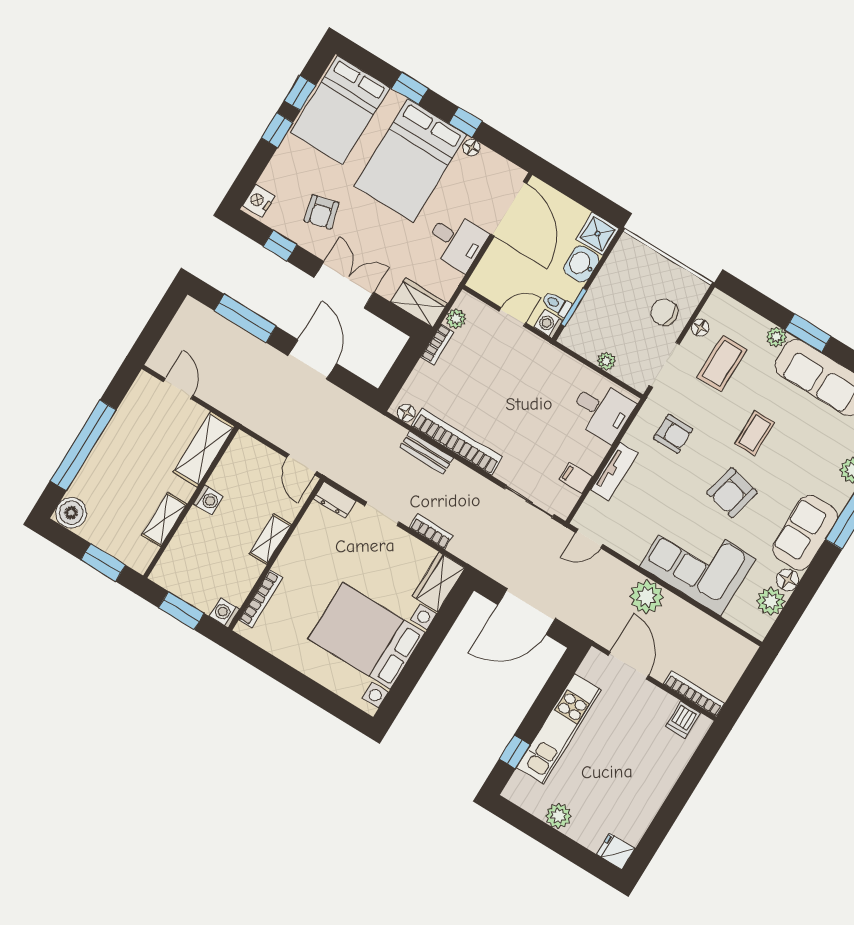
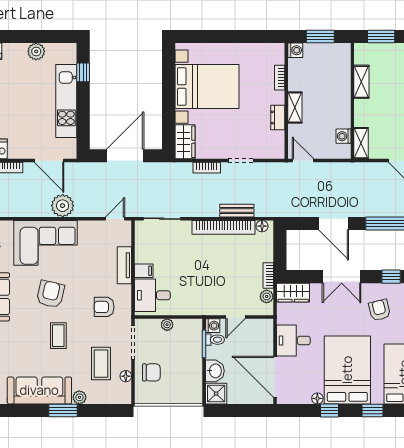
shelving: (204, 449) -> (361, 143), width x0.67, depth x0.75
filing cabinet: (576, 478) -> (144, 271), moved
washing machine: (208, 500) -> (343, 136), moved
dresser: (334, 500) -> (278, 118), moved, turned -90
bookcase: (261, 599) -> (280, 78), width x0.64

